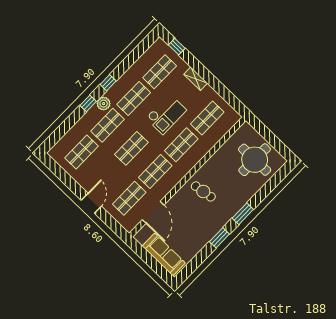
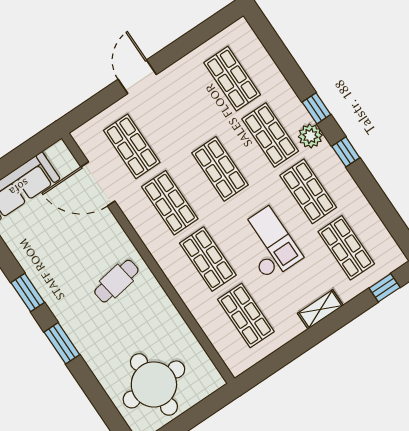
checkout: (166, 114) -> (268, 244), turned 180
door: (91, 203) -> (137, 77), swing flipped

